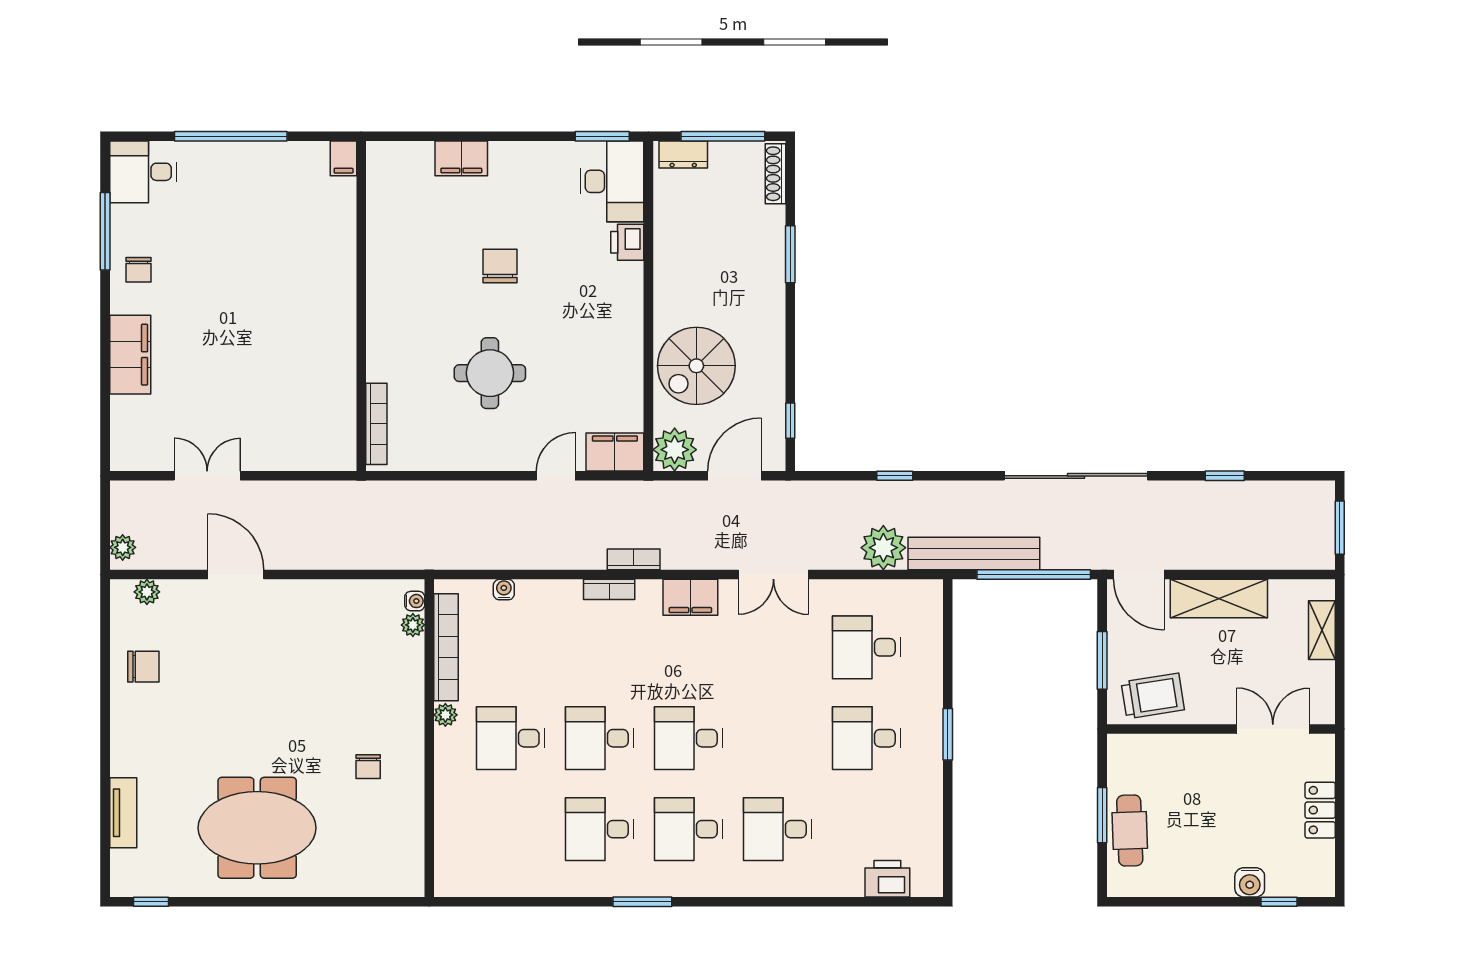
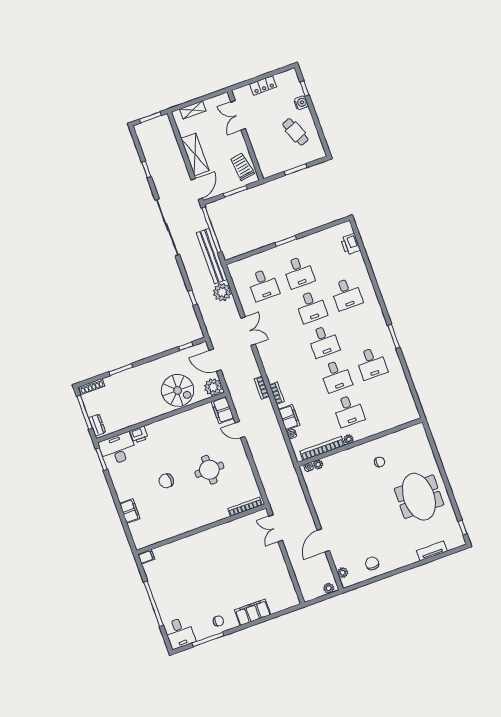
double door: (207, 476) -> (276, 528), moved
filing cabinet: (690, 597) -> (289, 417), moved
desk: (689, 829) -> (311, 307), moved
cafe table: (1130, 831) -> (295, 132), moved, turned 70

